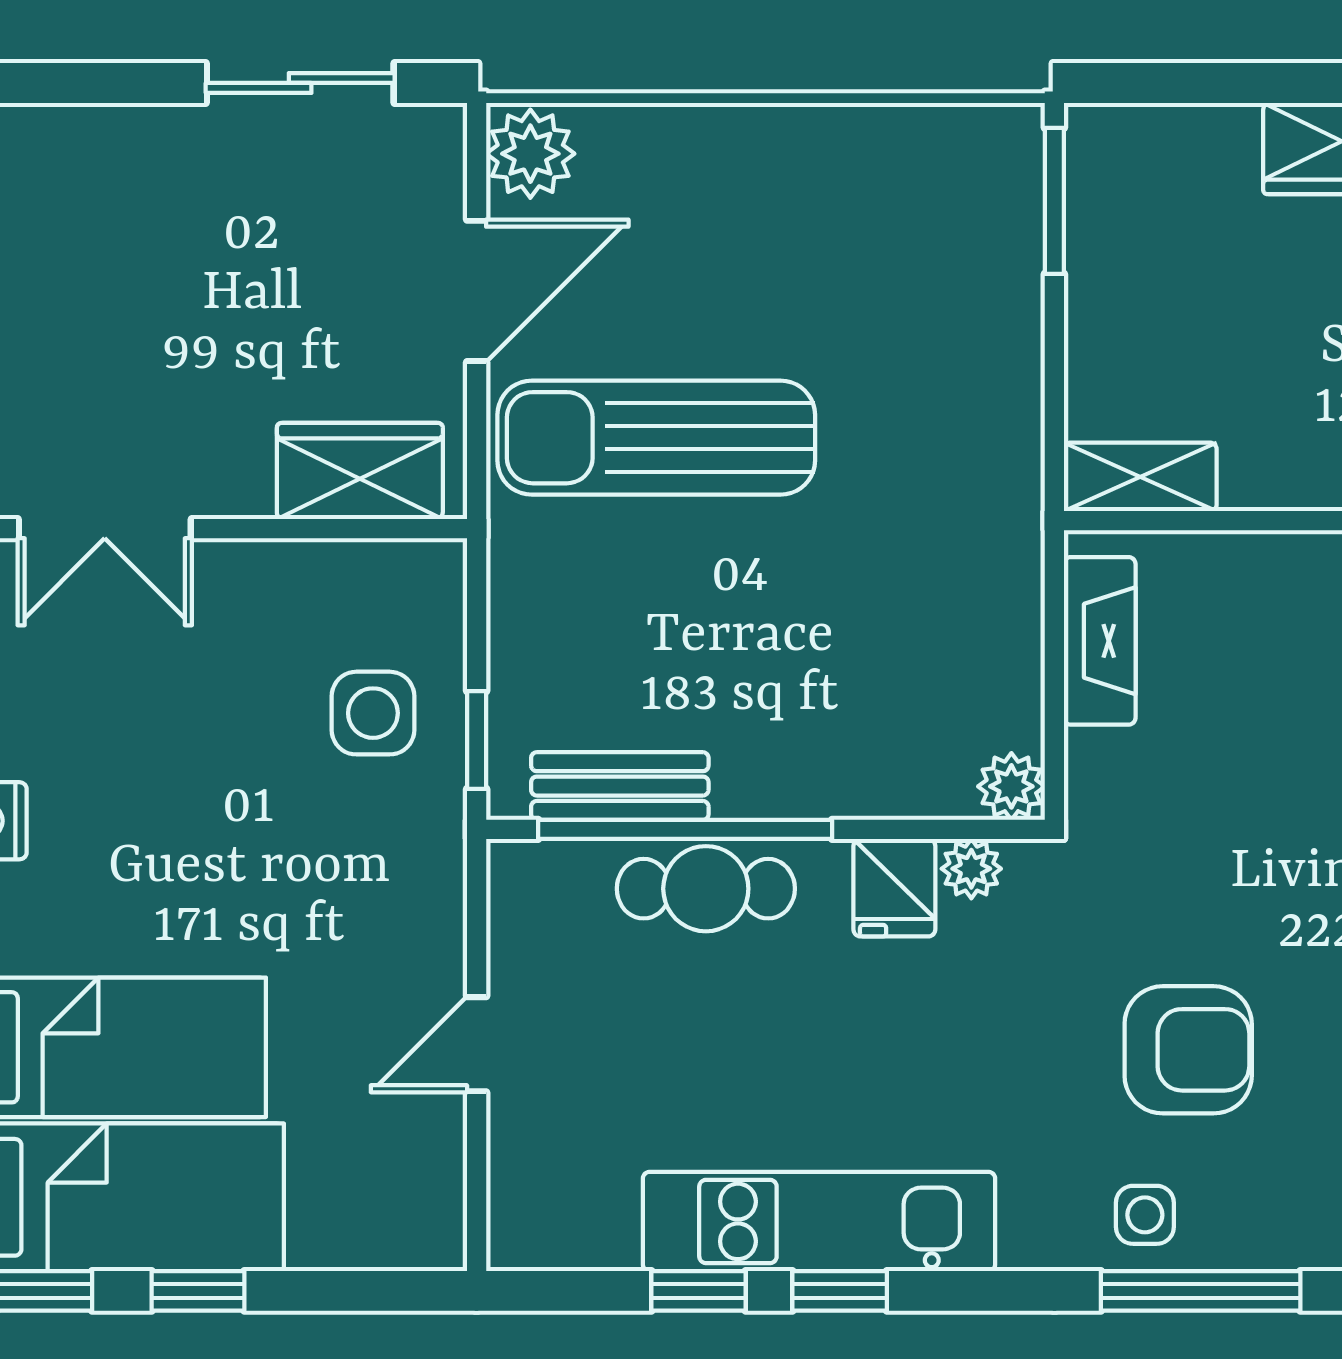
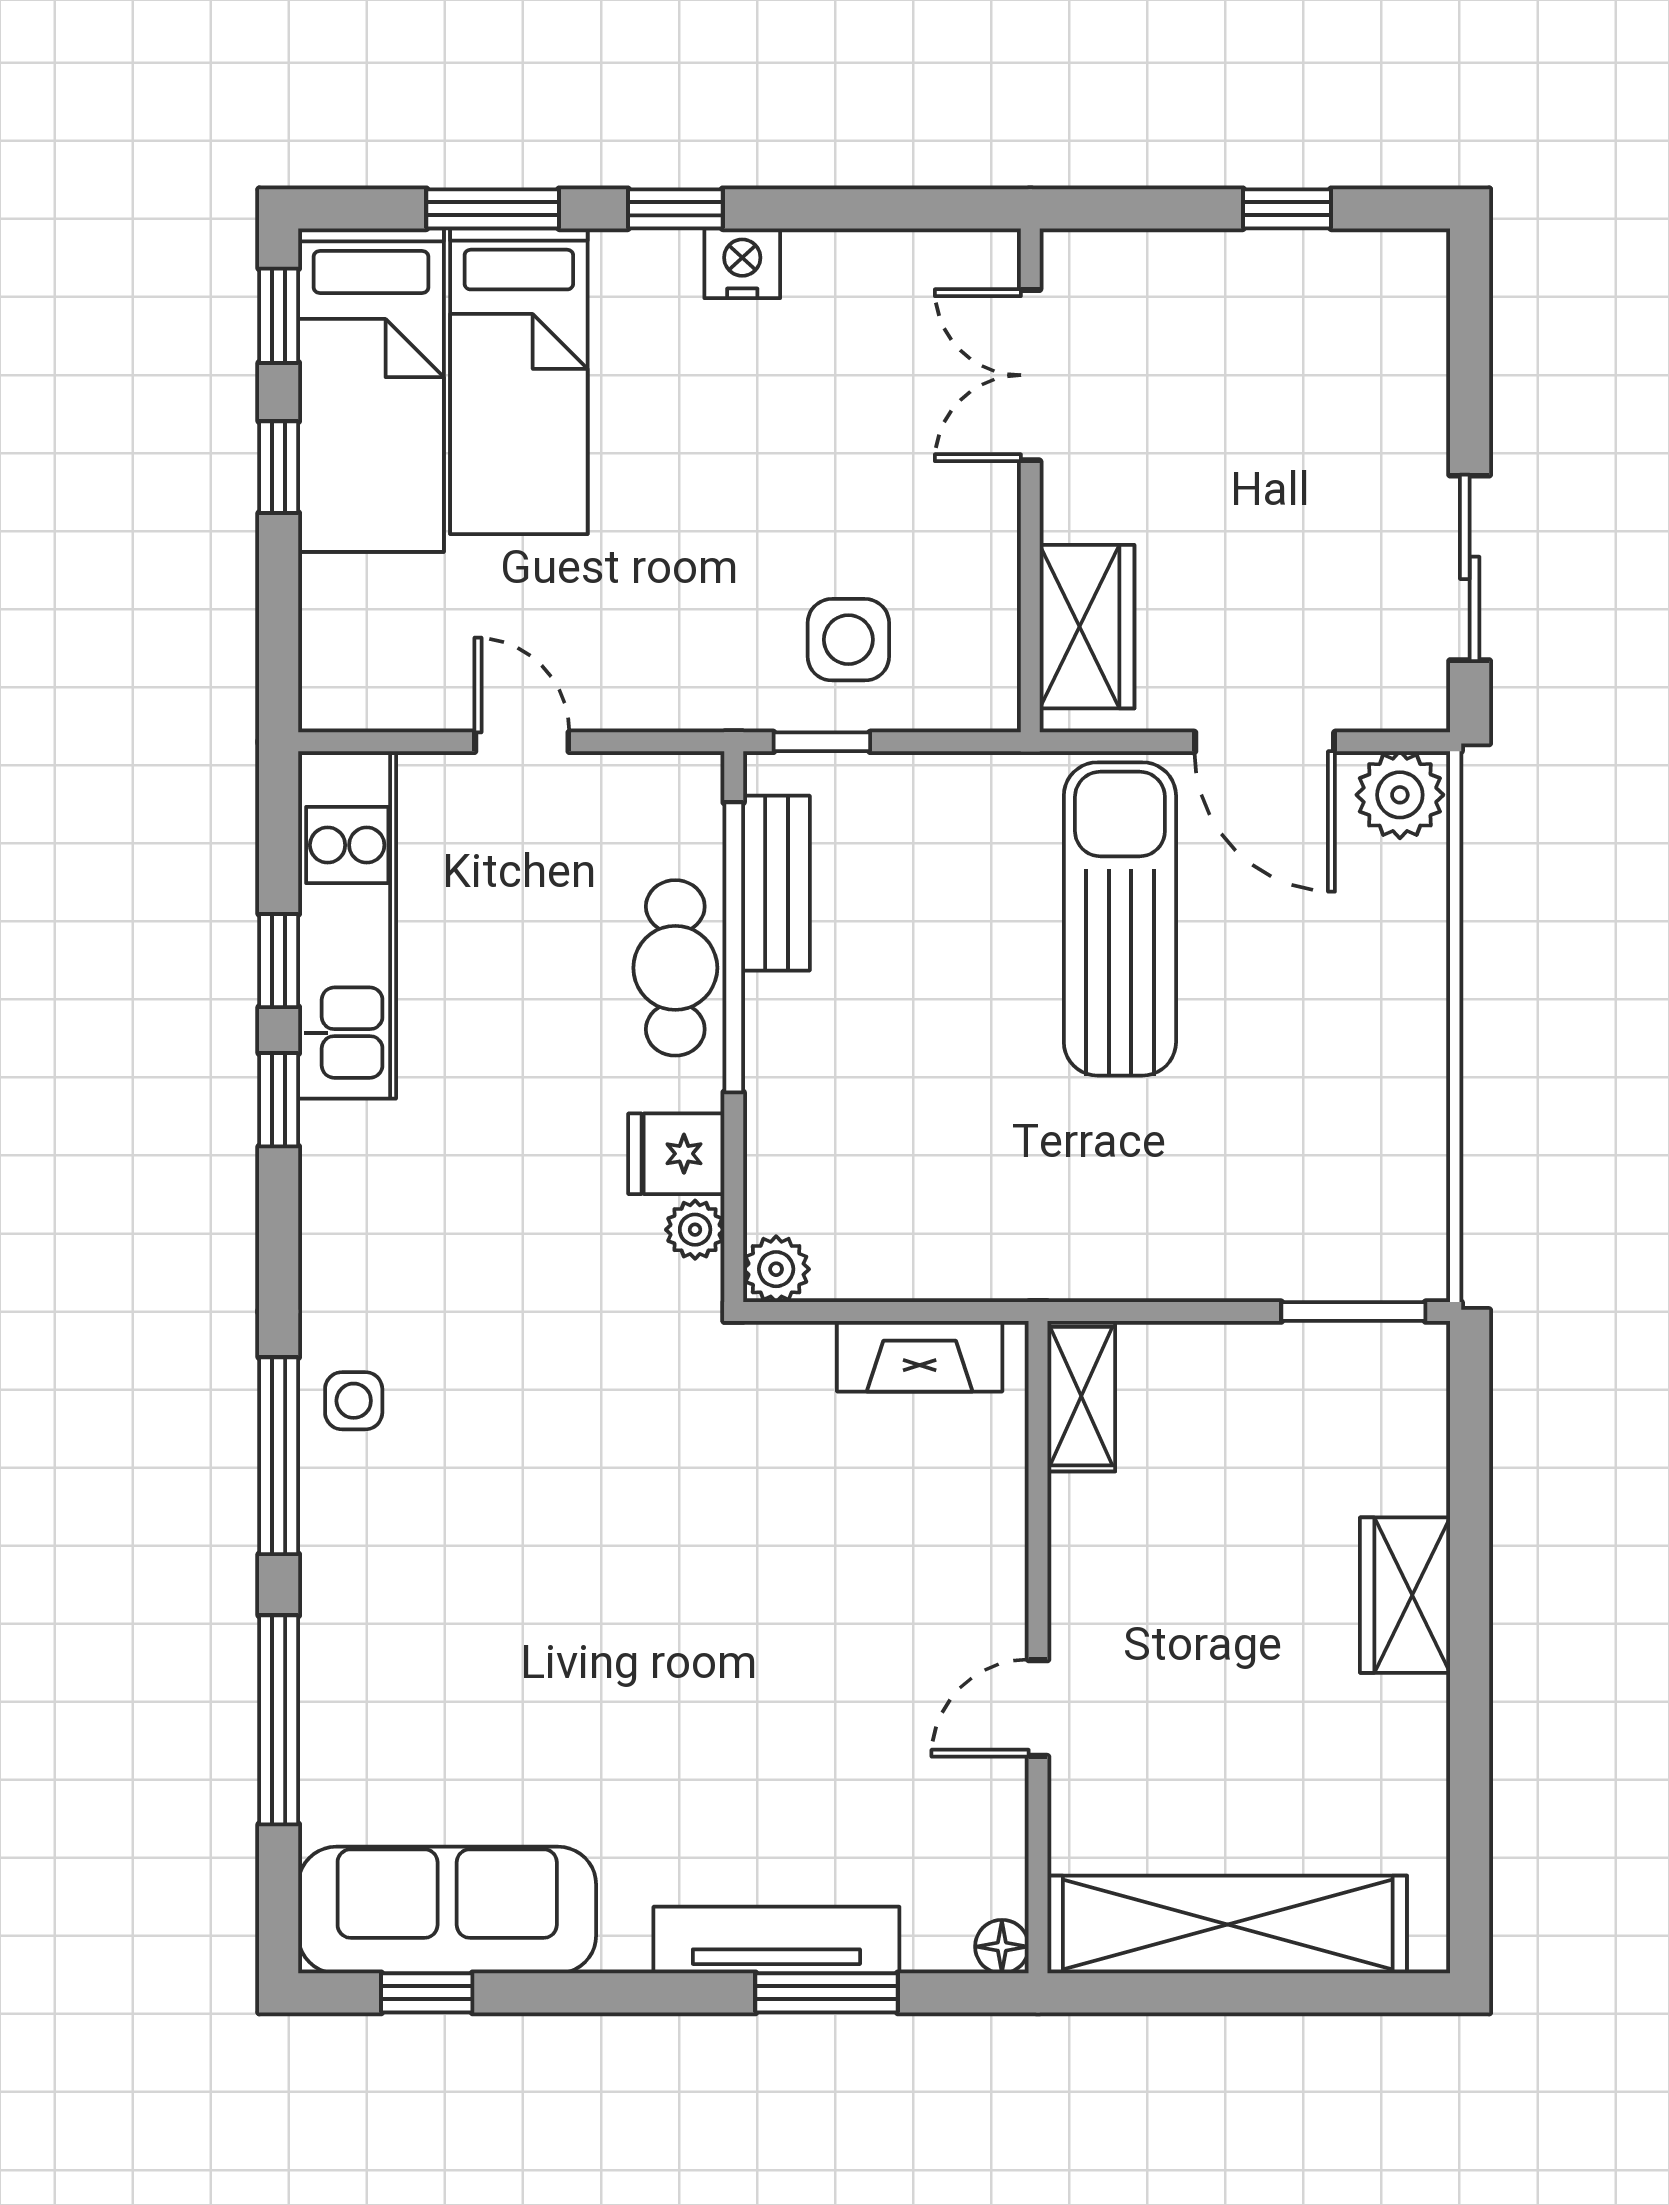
armchair: (1188, 1050) -> (516, 1443), removed
kitchen unit: (819, 1221) -> (347, 925), moved

